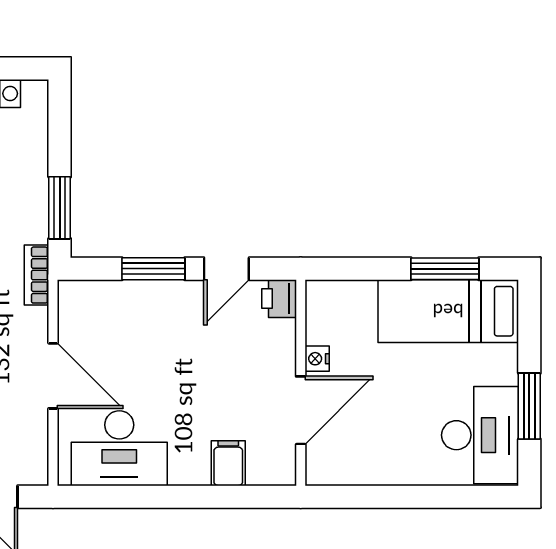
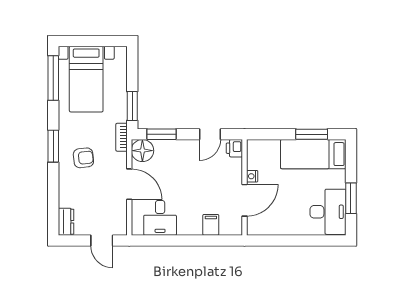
window: (153, 269) -> (161, 134), moved
floor lamp: (81, 304) -> (142, 151), added
desk: (119, 448) -> (160, 218), width x0.73

